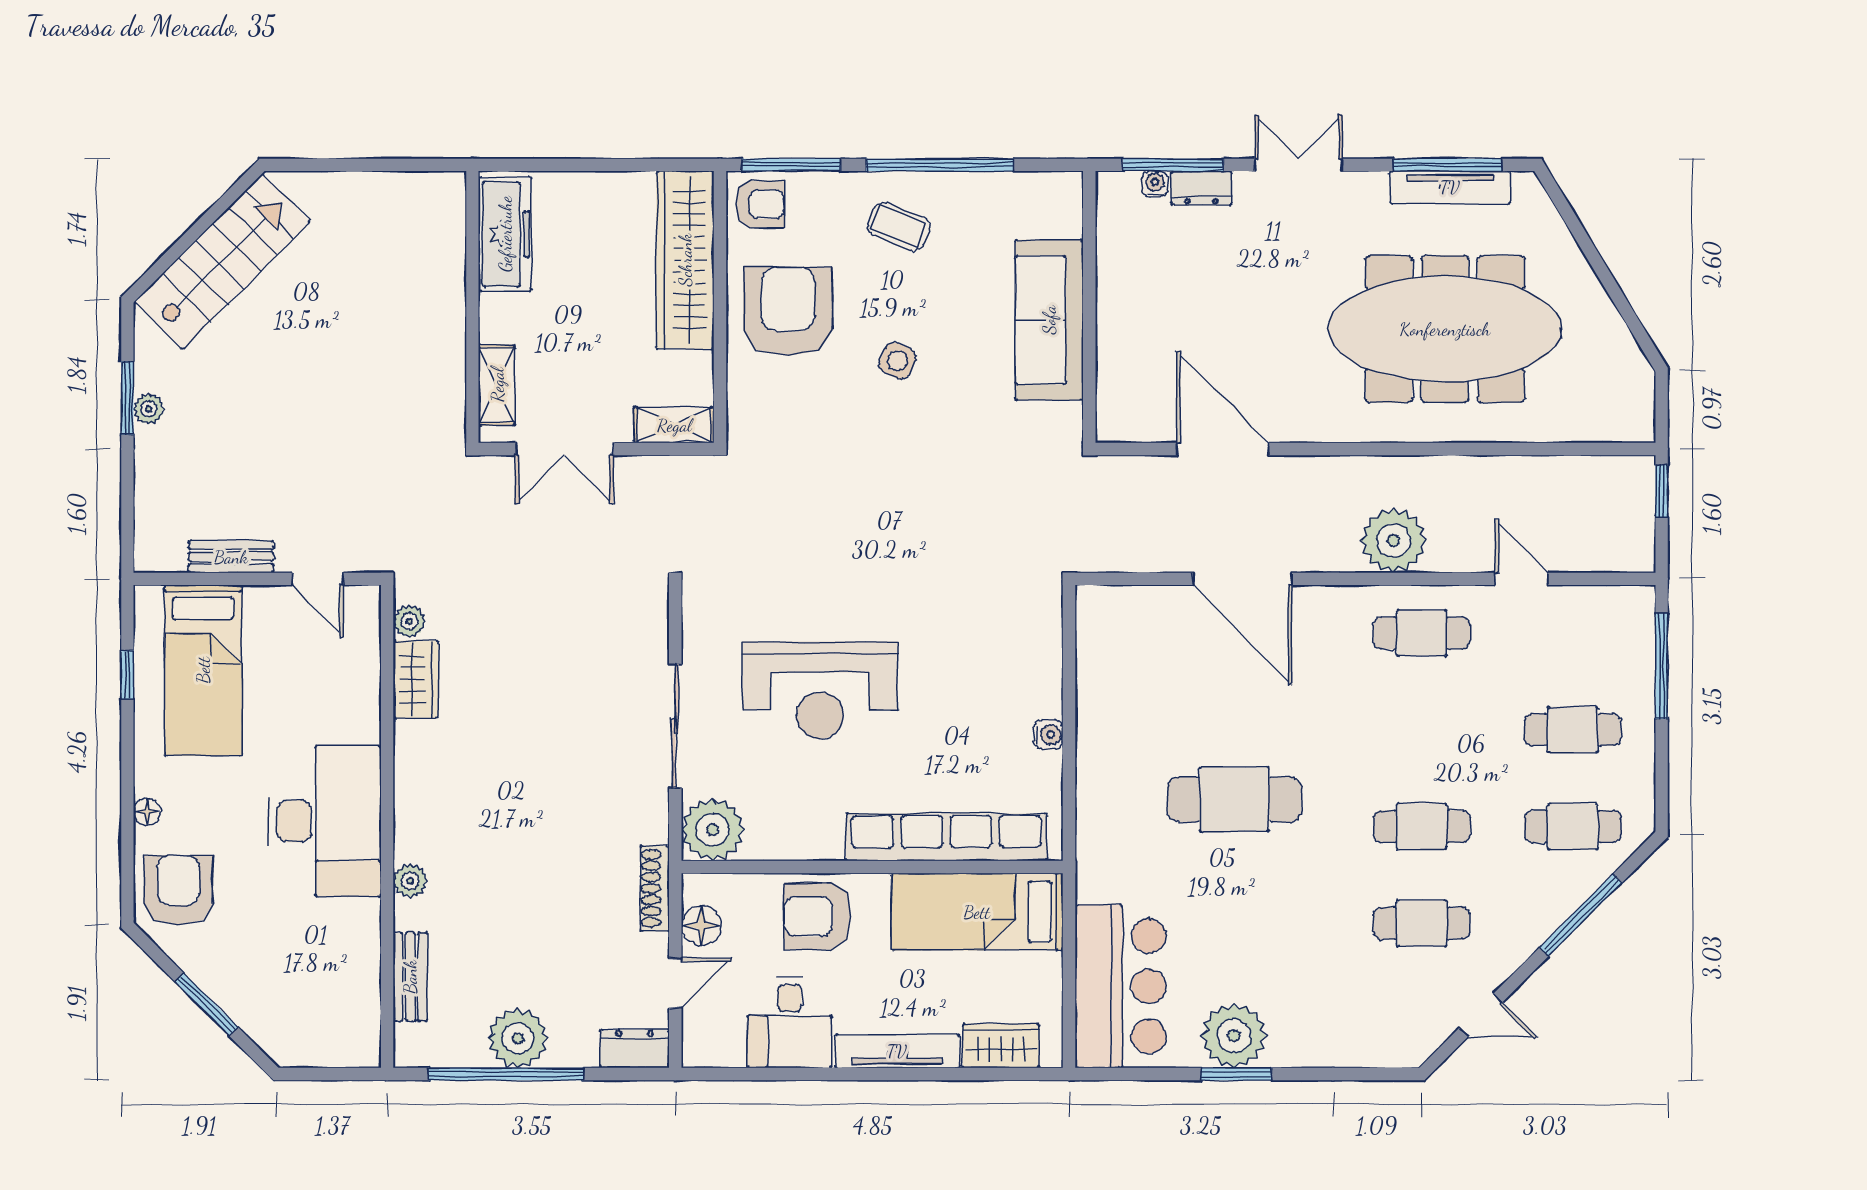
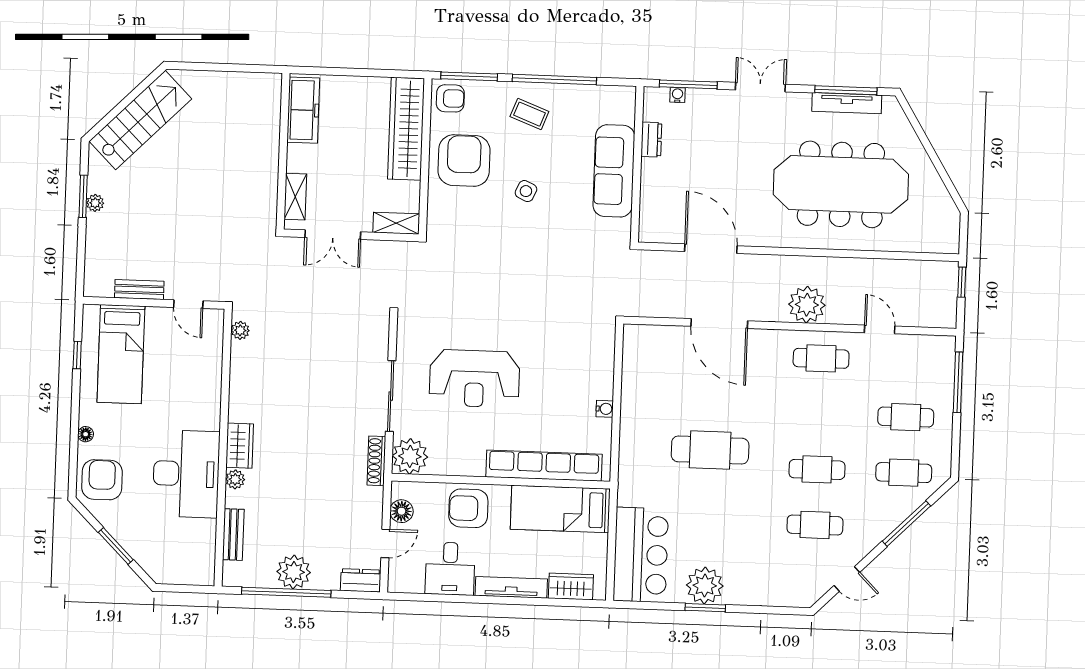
dresser: (1201, 188) -> (651, 139), moved, turned -90
wardrobe: (416, 679) -> (240, 446), moved
desk: (325, 821) -> (186, 474), moved
shoe rack: (655, 888) -> (376, 461), moved

